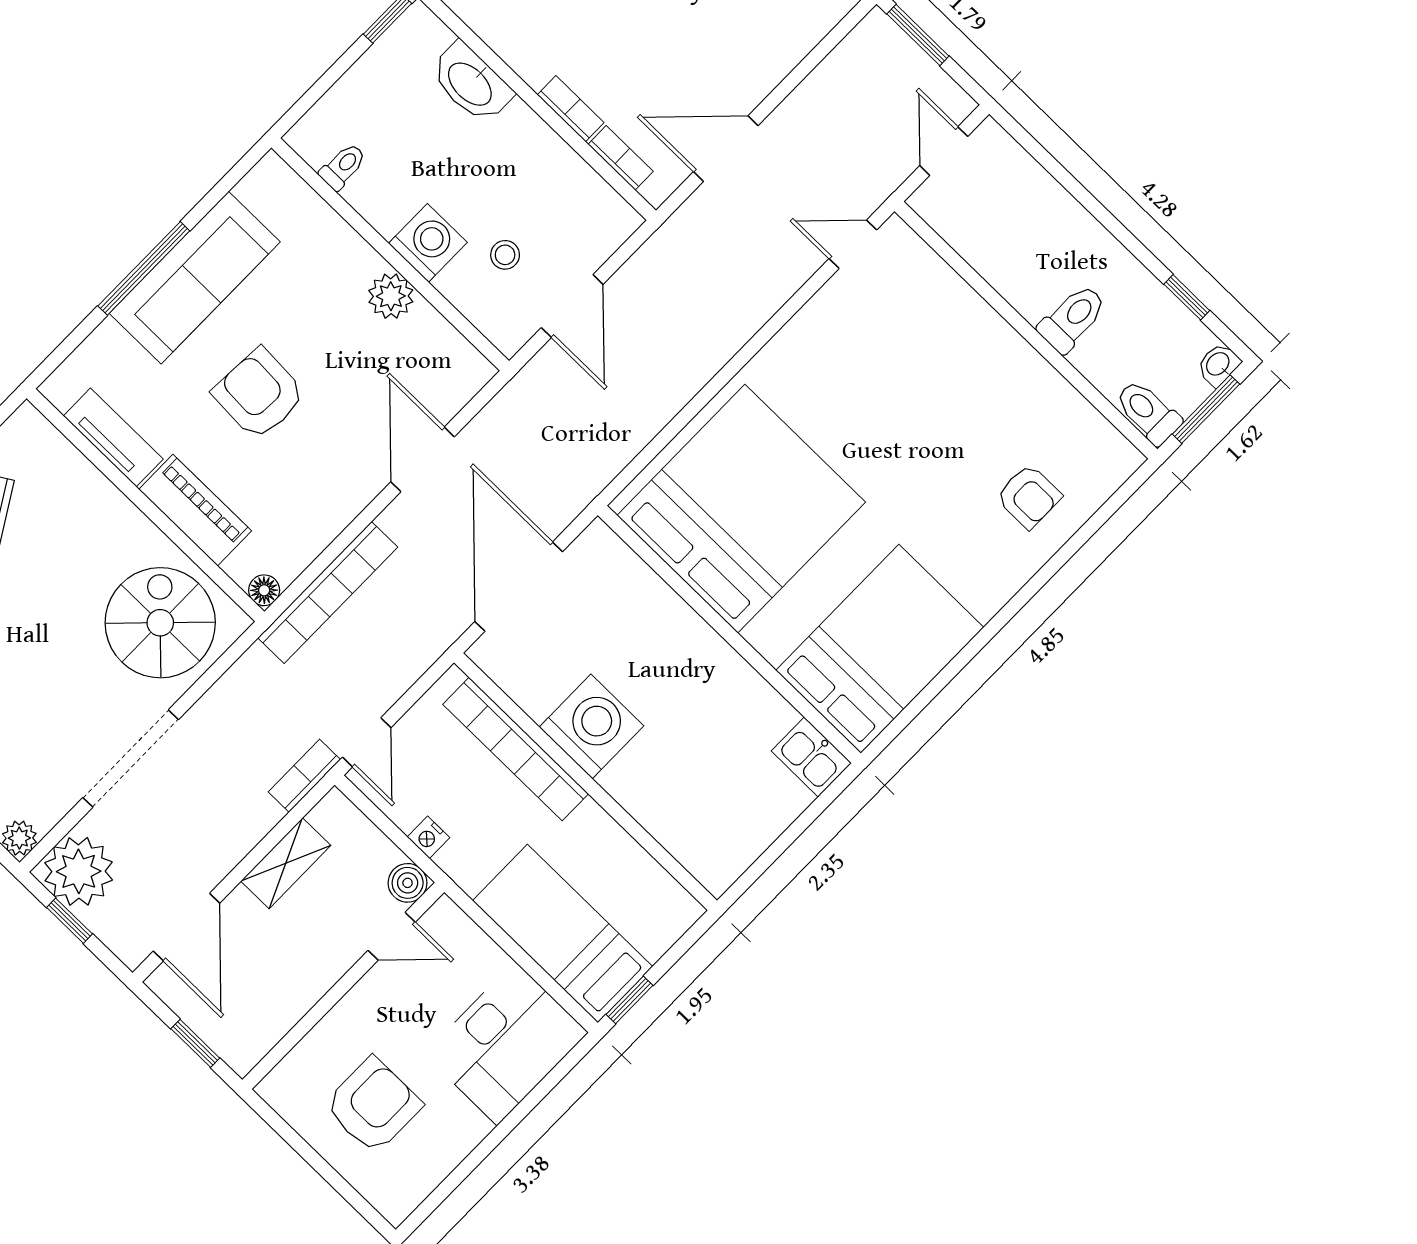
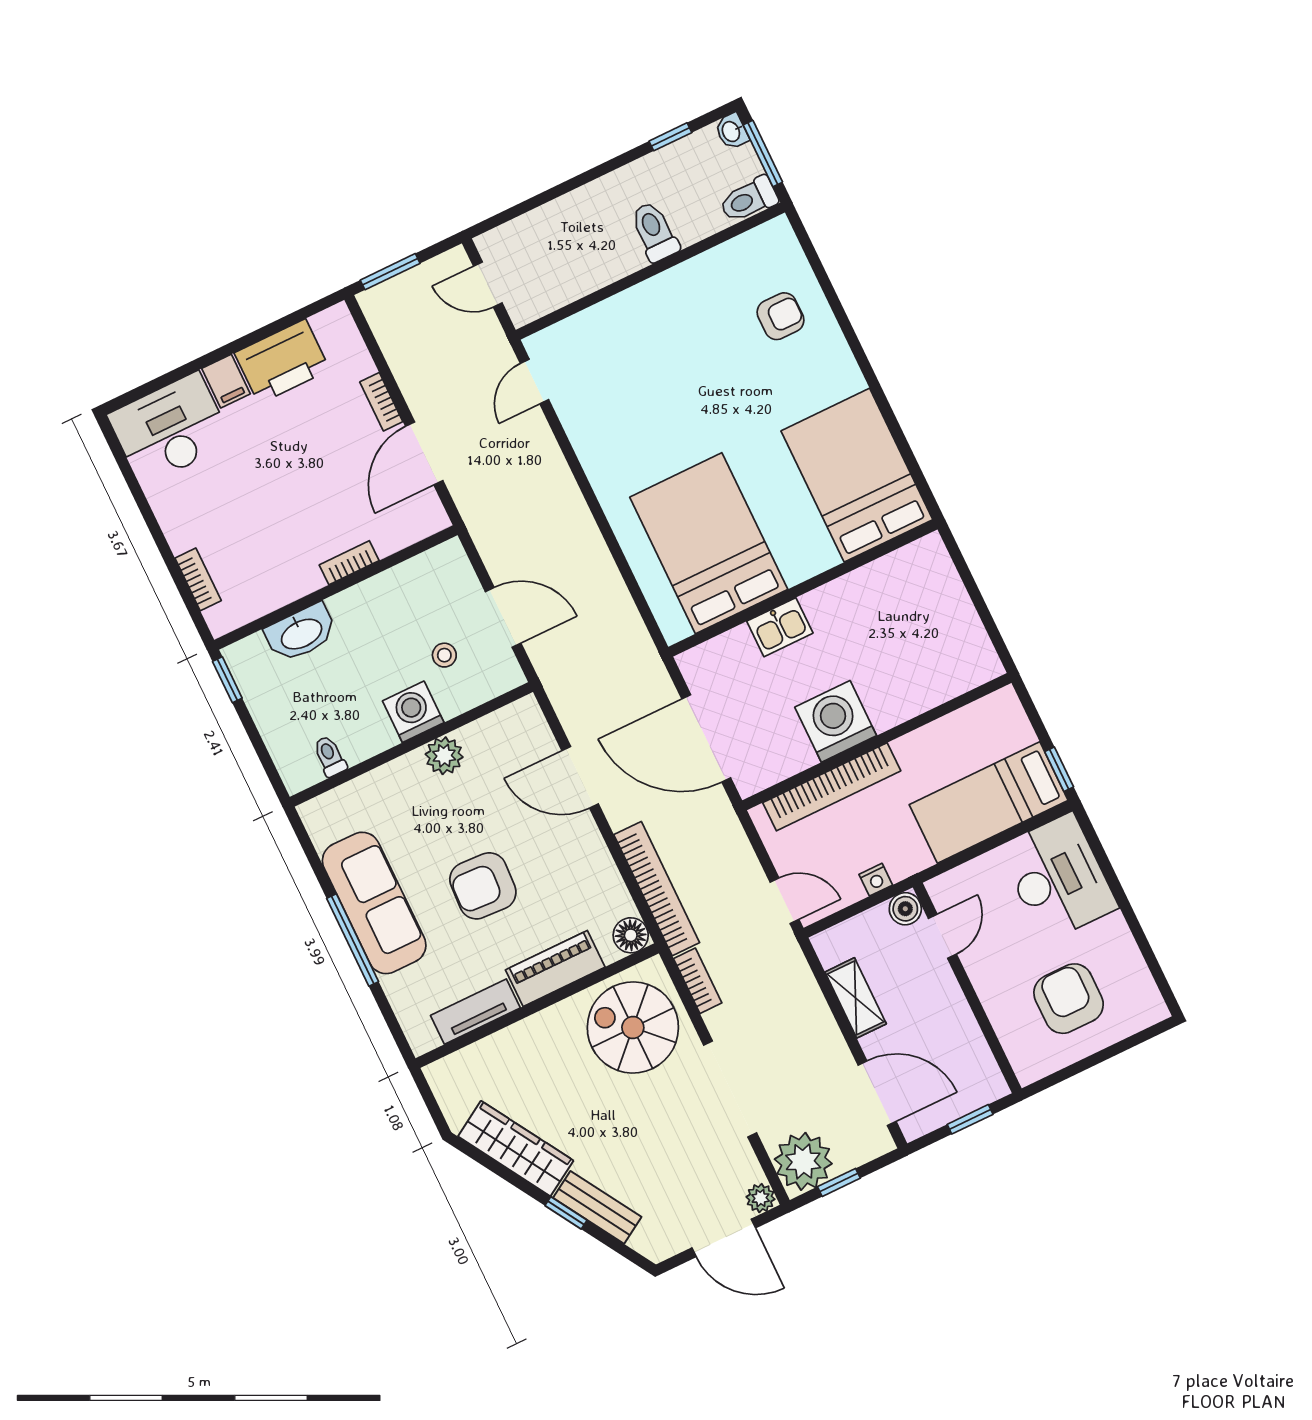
bookcase: (621, 158) -> (381, 402), moved, turned -90
bed: (741, 509) -> (709, 543), width x0.73
floor lamp: (264, 590) -> (631, 935), width x1.37, depth x1.37
kitchen sink: (811, 757) -> (780, 627), moved
bookcase: (304, 776) -> (698, 981), moved, turned 180

